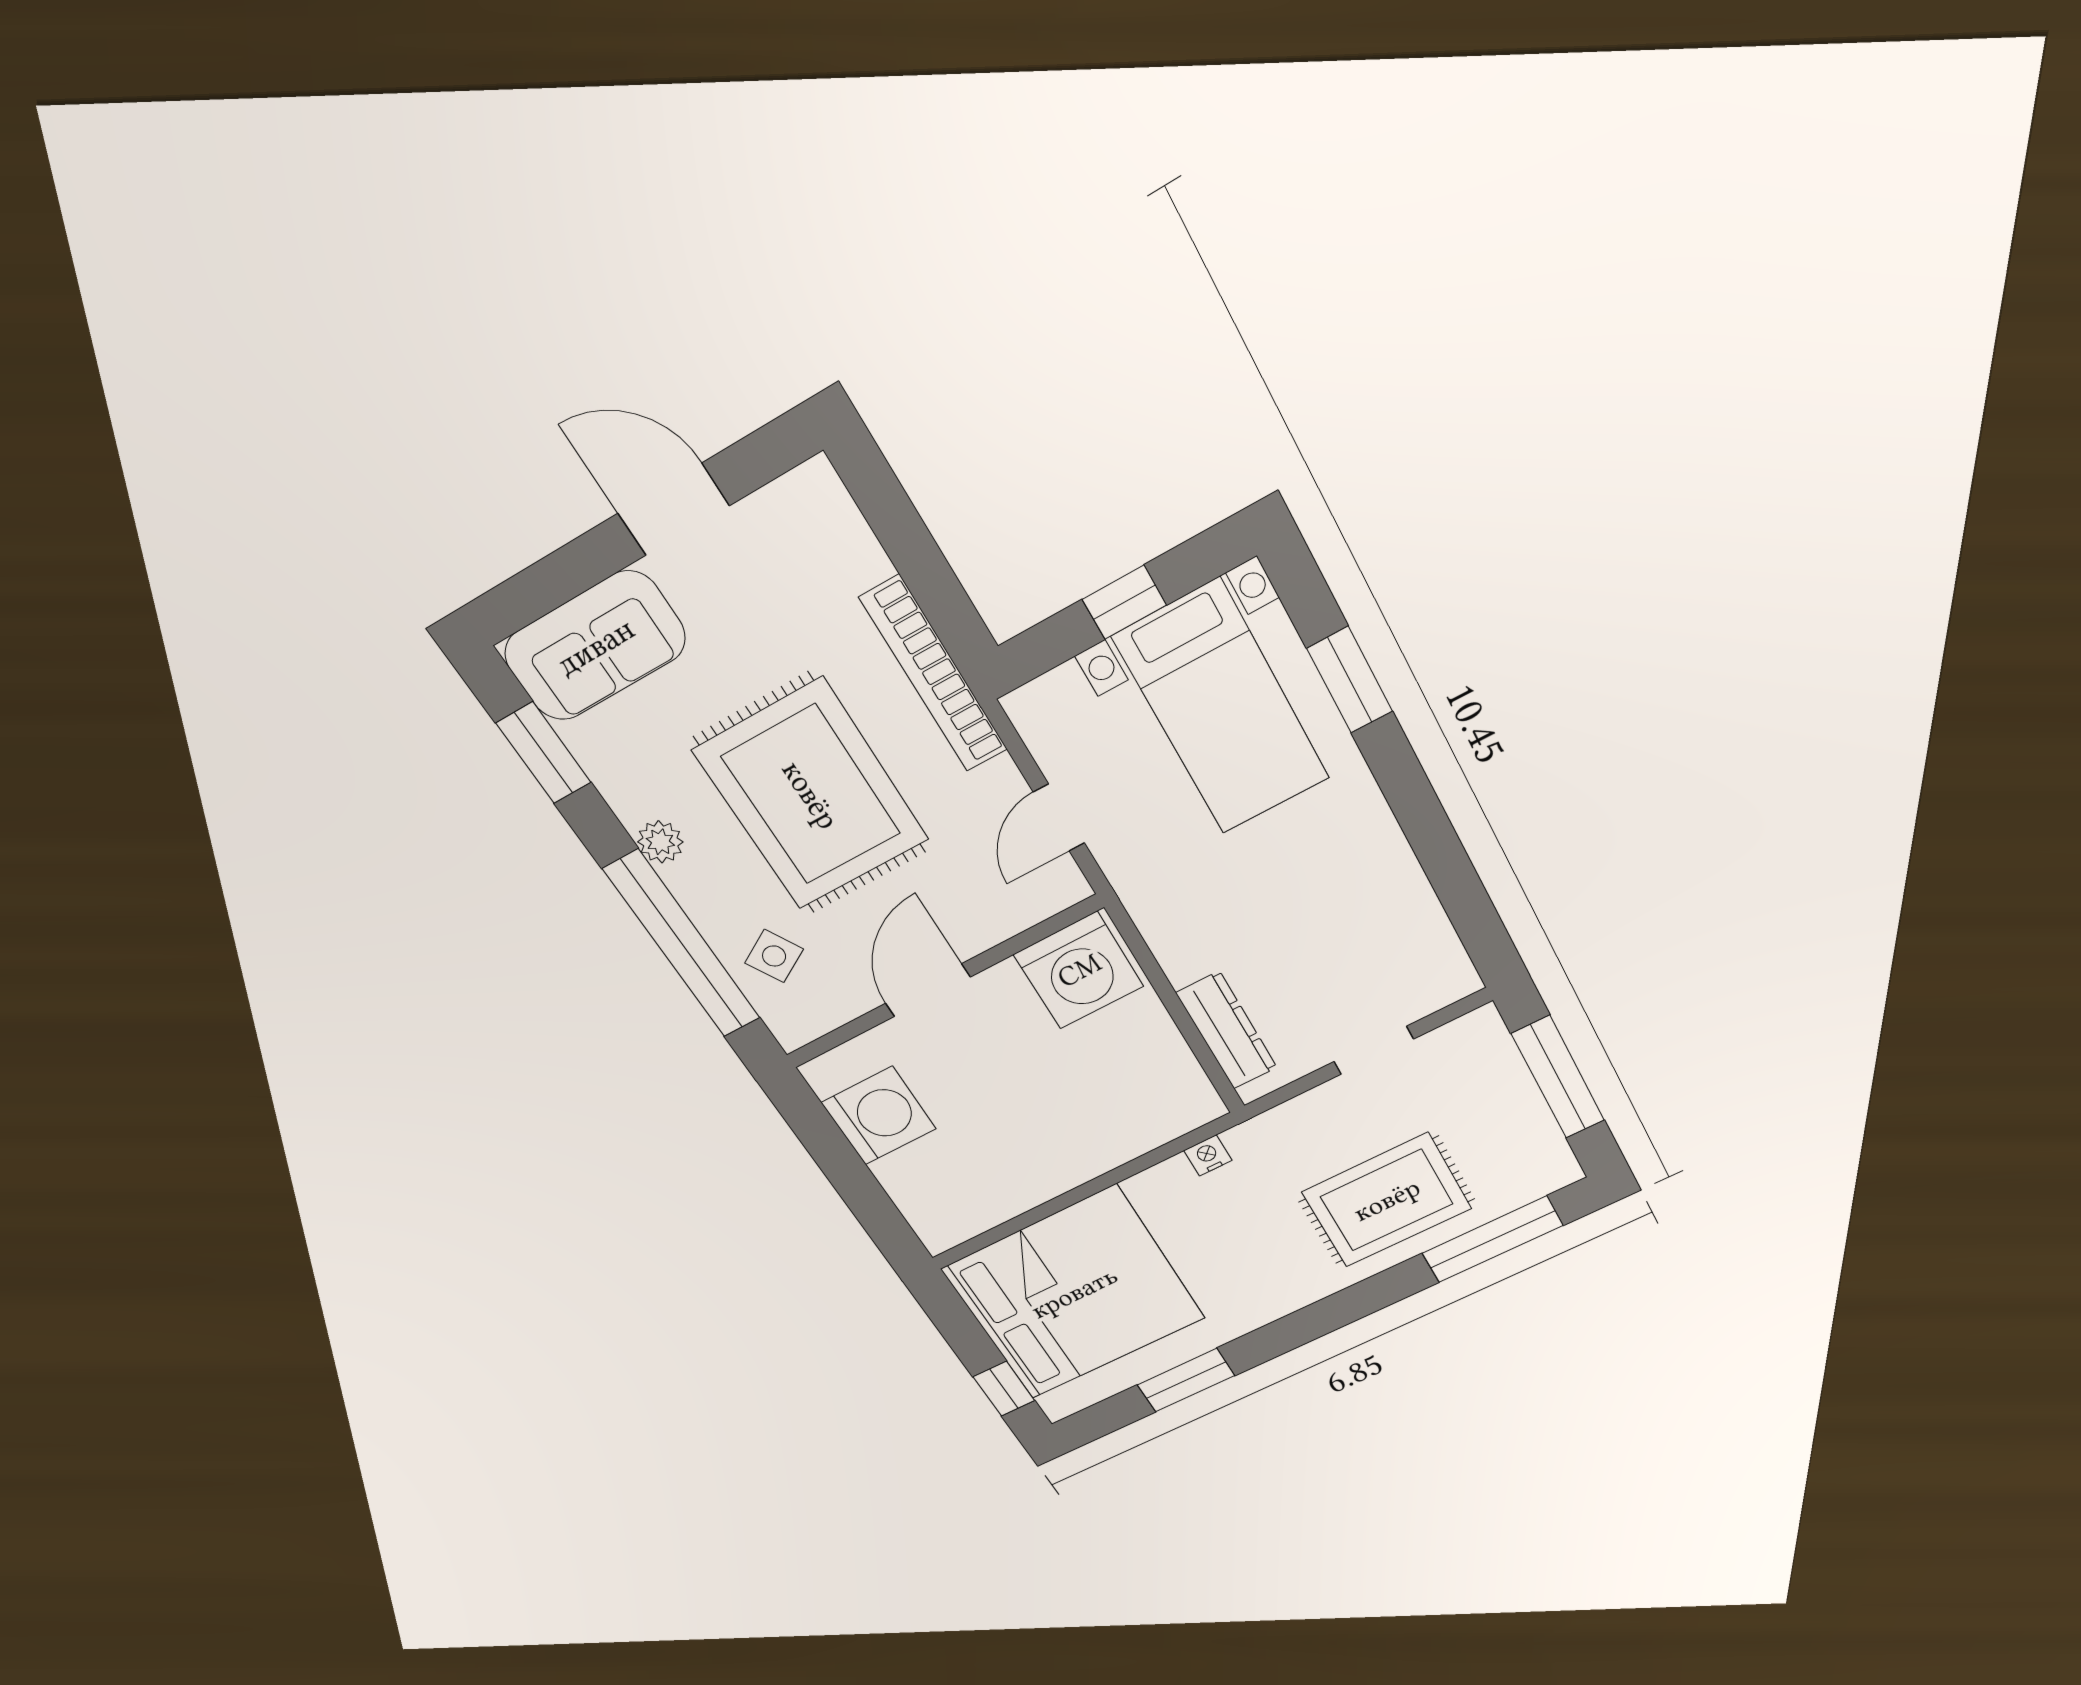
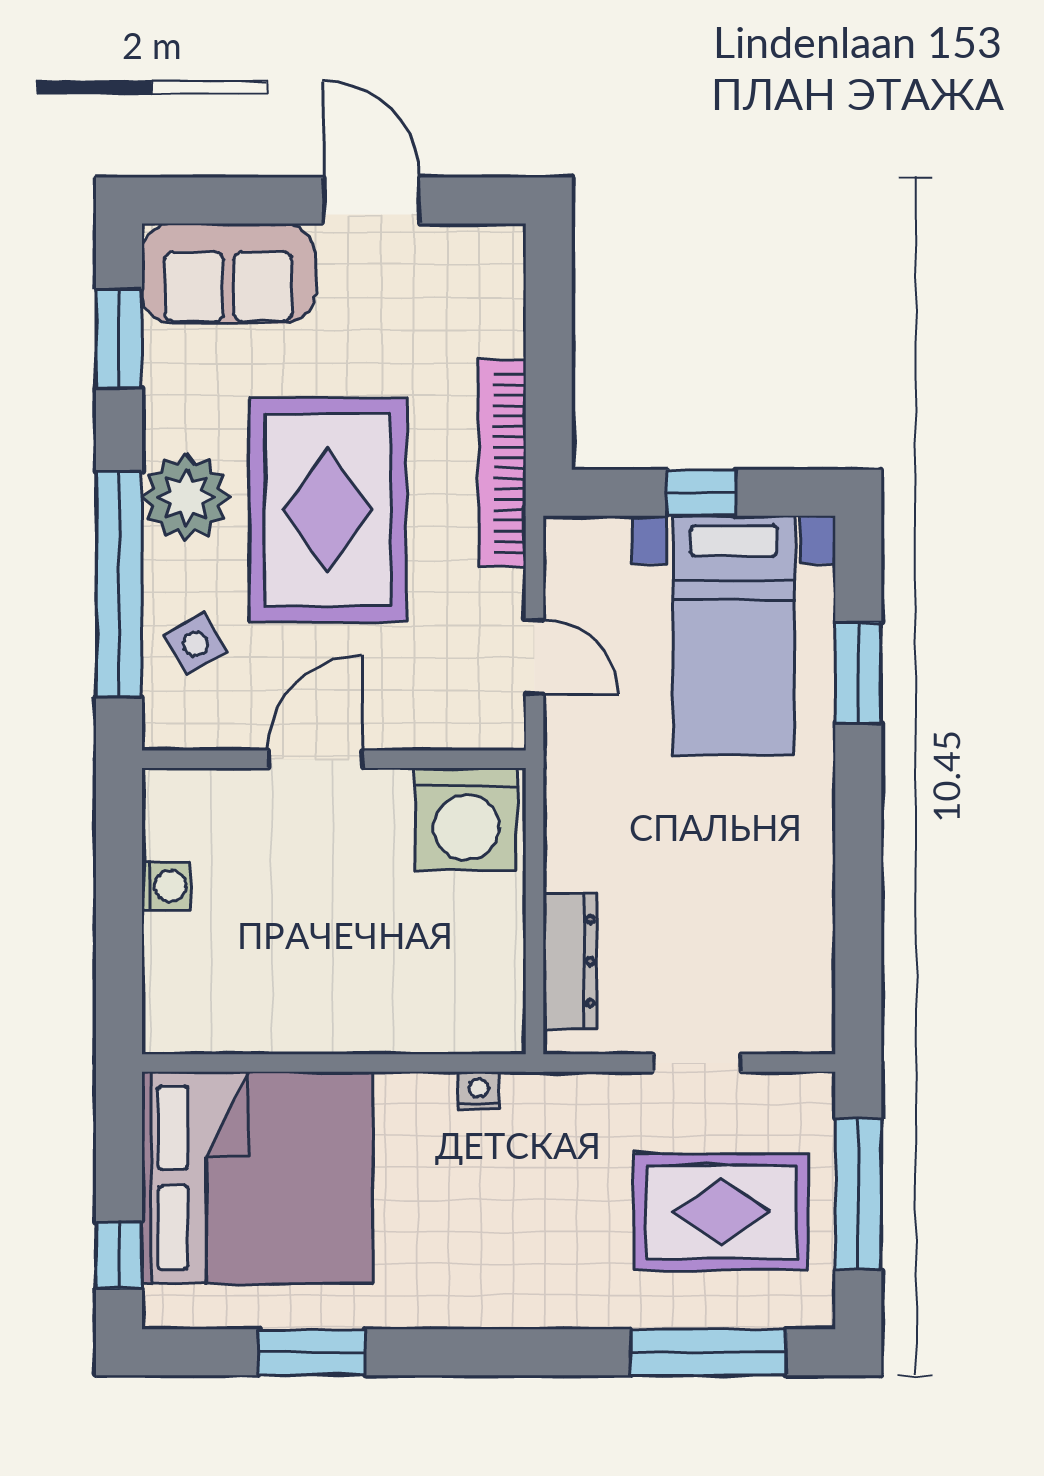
door: (1059, 818) -> (534, 657), swing flipped
plant: (660, 842) -> (186, 497), width x1.87, depth x1.87
washing machine: (879, 1116) -> (166, 886), width x0.53, depth x0.53
rug: (1387, 1200) -> (721, 1212), moved

